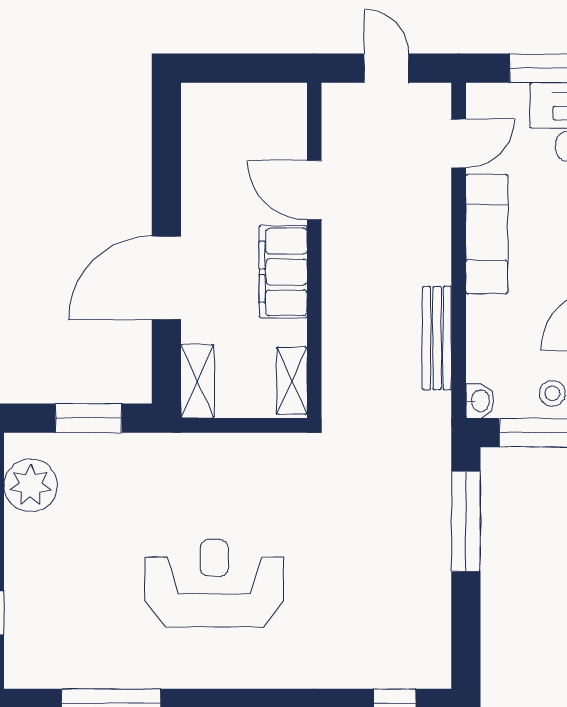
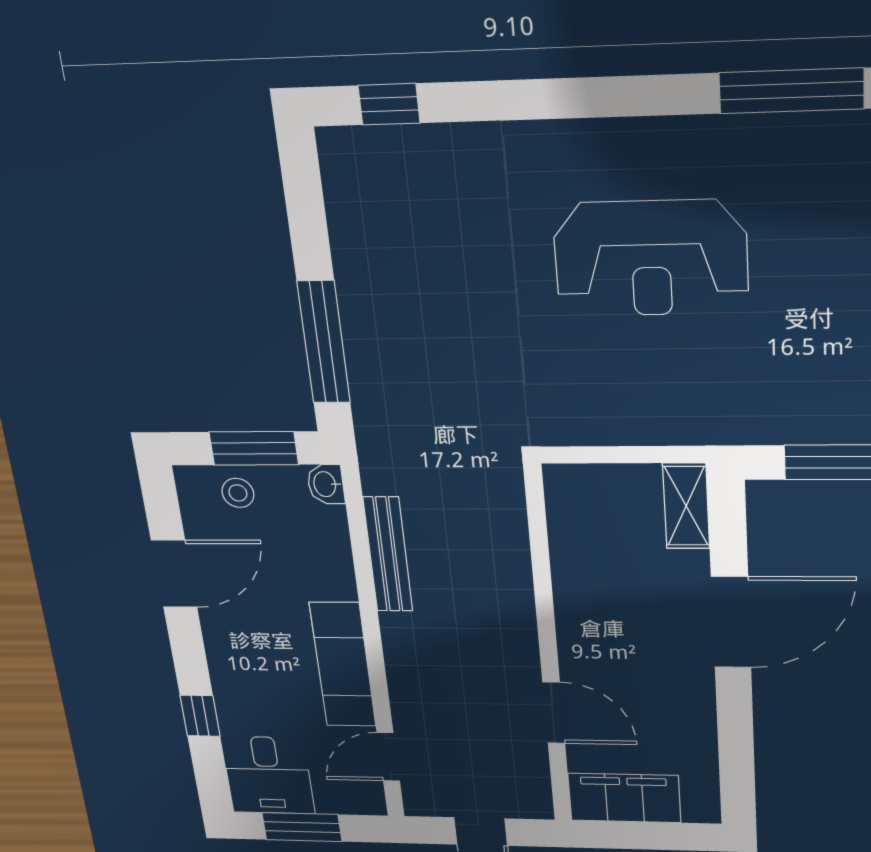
filing cabinet: (283, 272) -> (624, 798), moved, turned -90
shelving: (292, 381) -> (564, 507), removed

